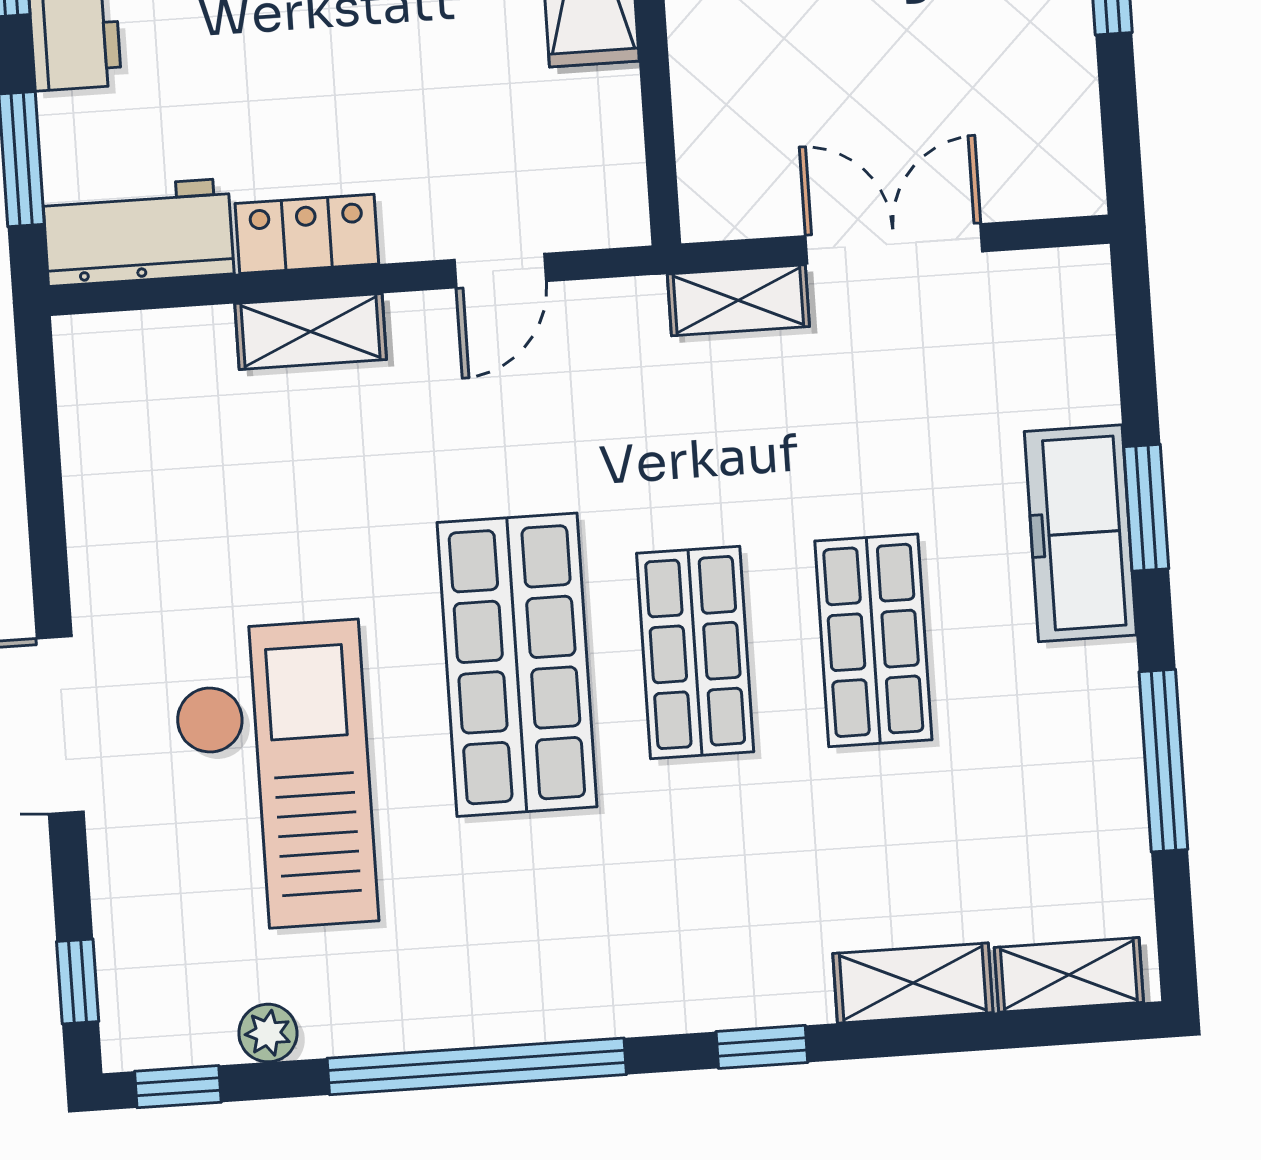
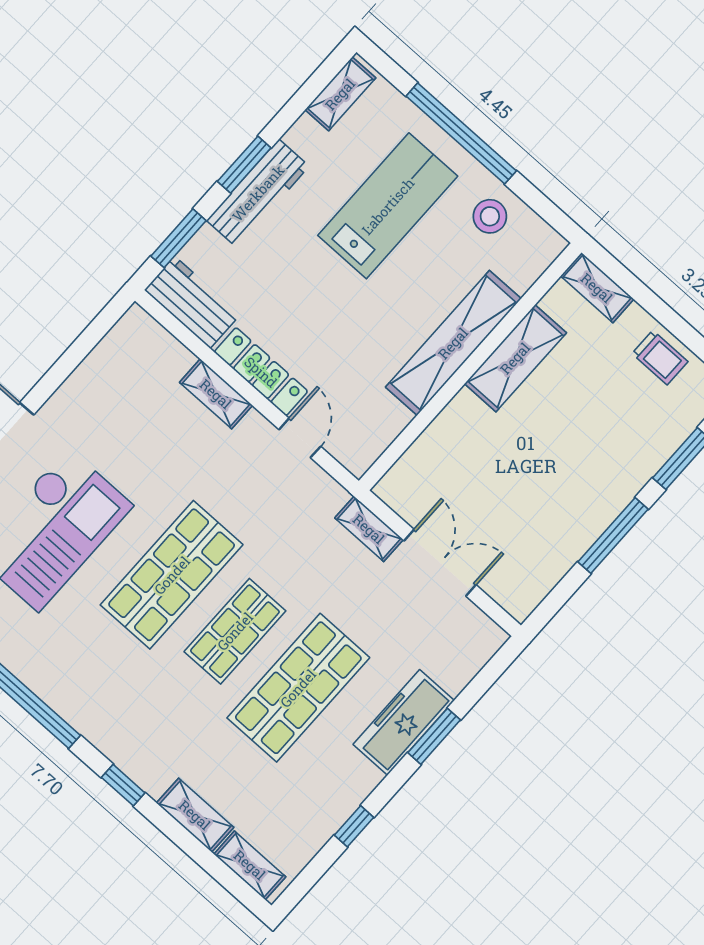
locker: (307, 234) -> (261, 372), width x1.53
door: (500, 271) -> (300, 438), swing flipped
shop shelf: (873, 640) -> (298, 688), width x1.43, depth x1.36
window: (1163, 761) -> (354, 826), width x0.46

